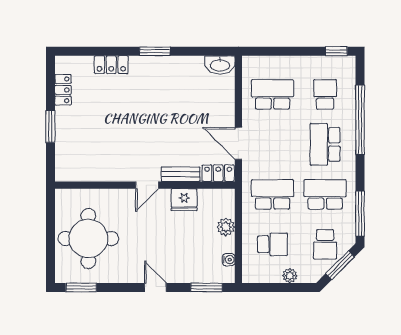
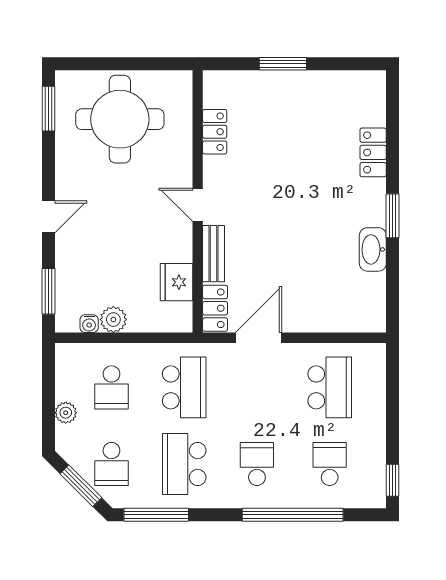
washbasin: (220, 65) -> (373, 249), moved
locker: (63, 90) -> (215, 132), moved, turned -90
school desk: (325, 94) -> (330, 464), turned -90
school desk: (325, 144) -> (257, 464), width x0.54
school desk: (325, 194) -> (184, 464), turned 180
fridge: (184, 200) -> (176, 282), moved
plant: (226, 227) -> (113, 319), moved
school desk: (325, 244) -> (111, 464), turned -90

